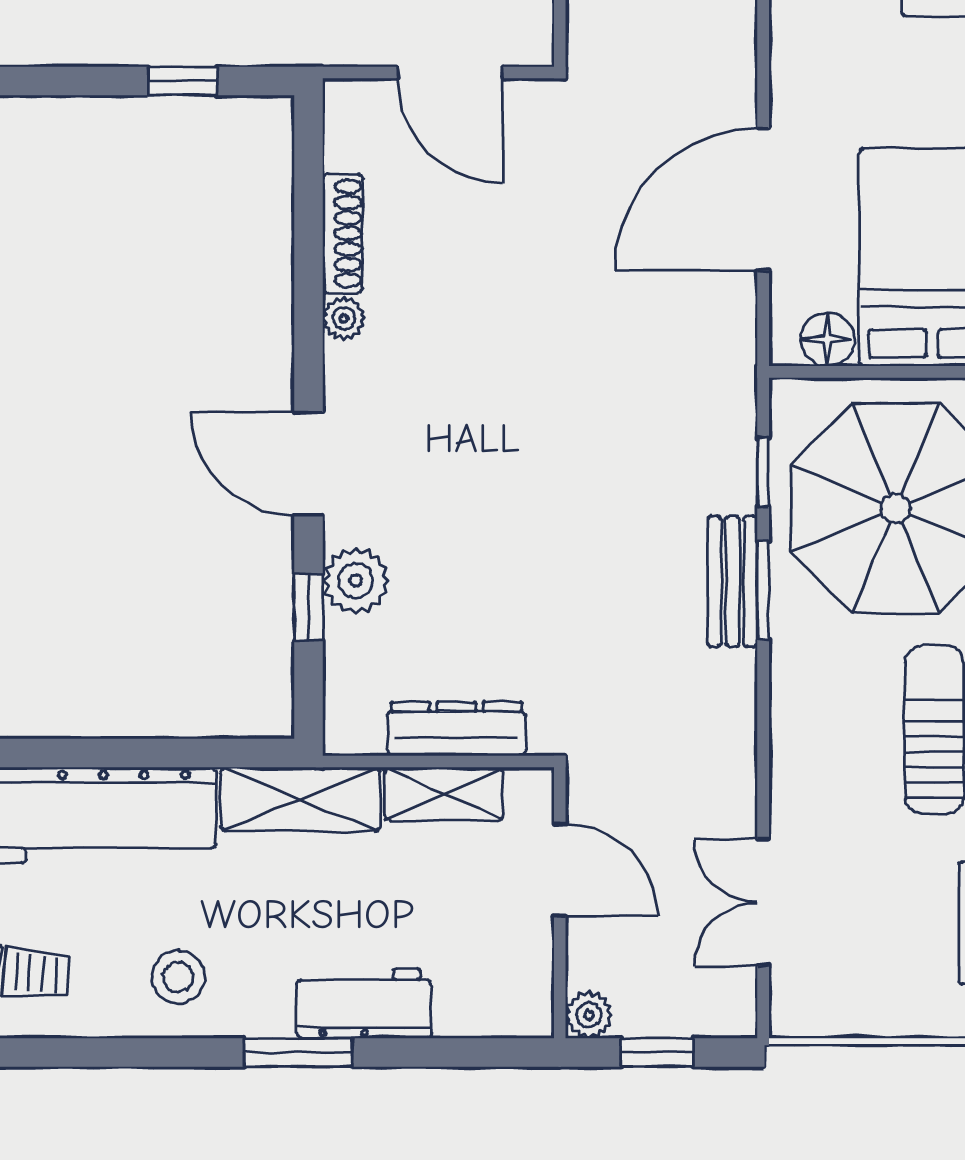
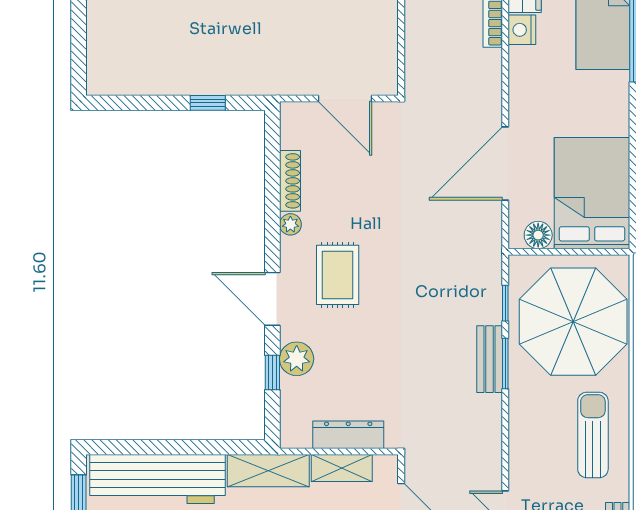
rug: (436, 417) -> (338, 275), added

